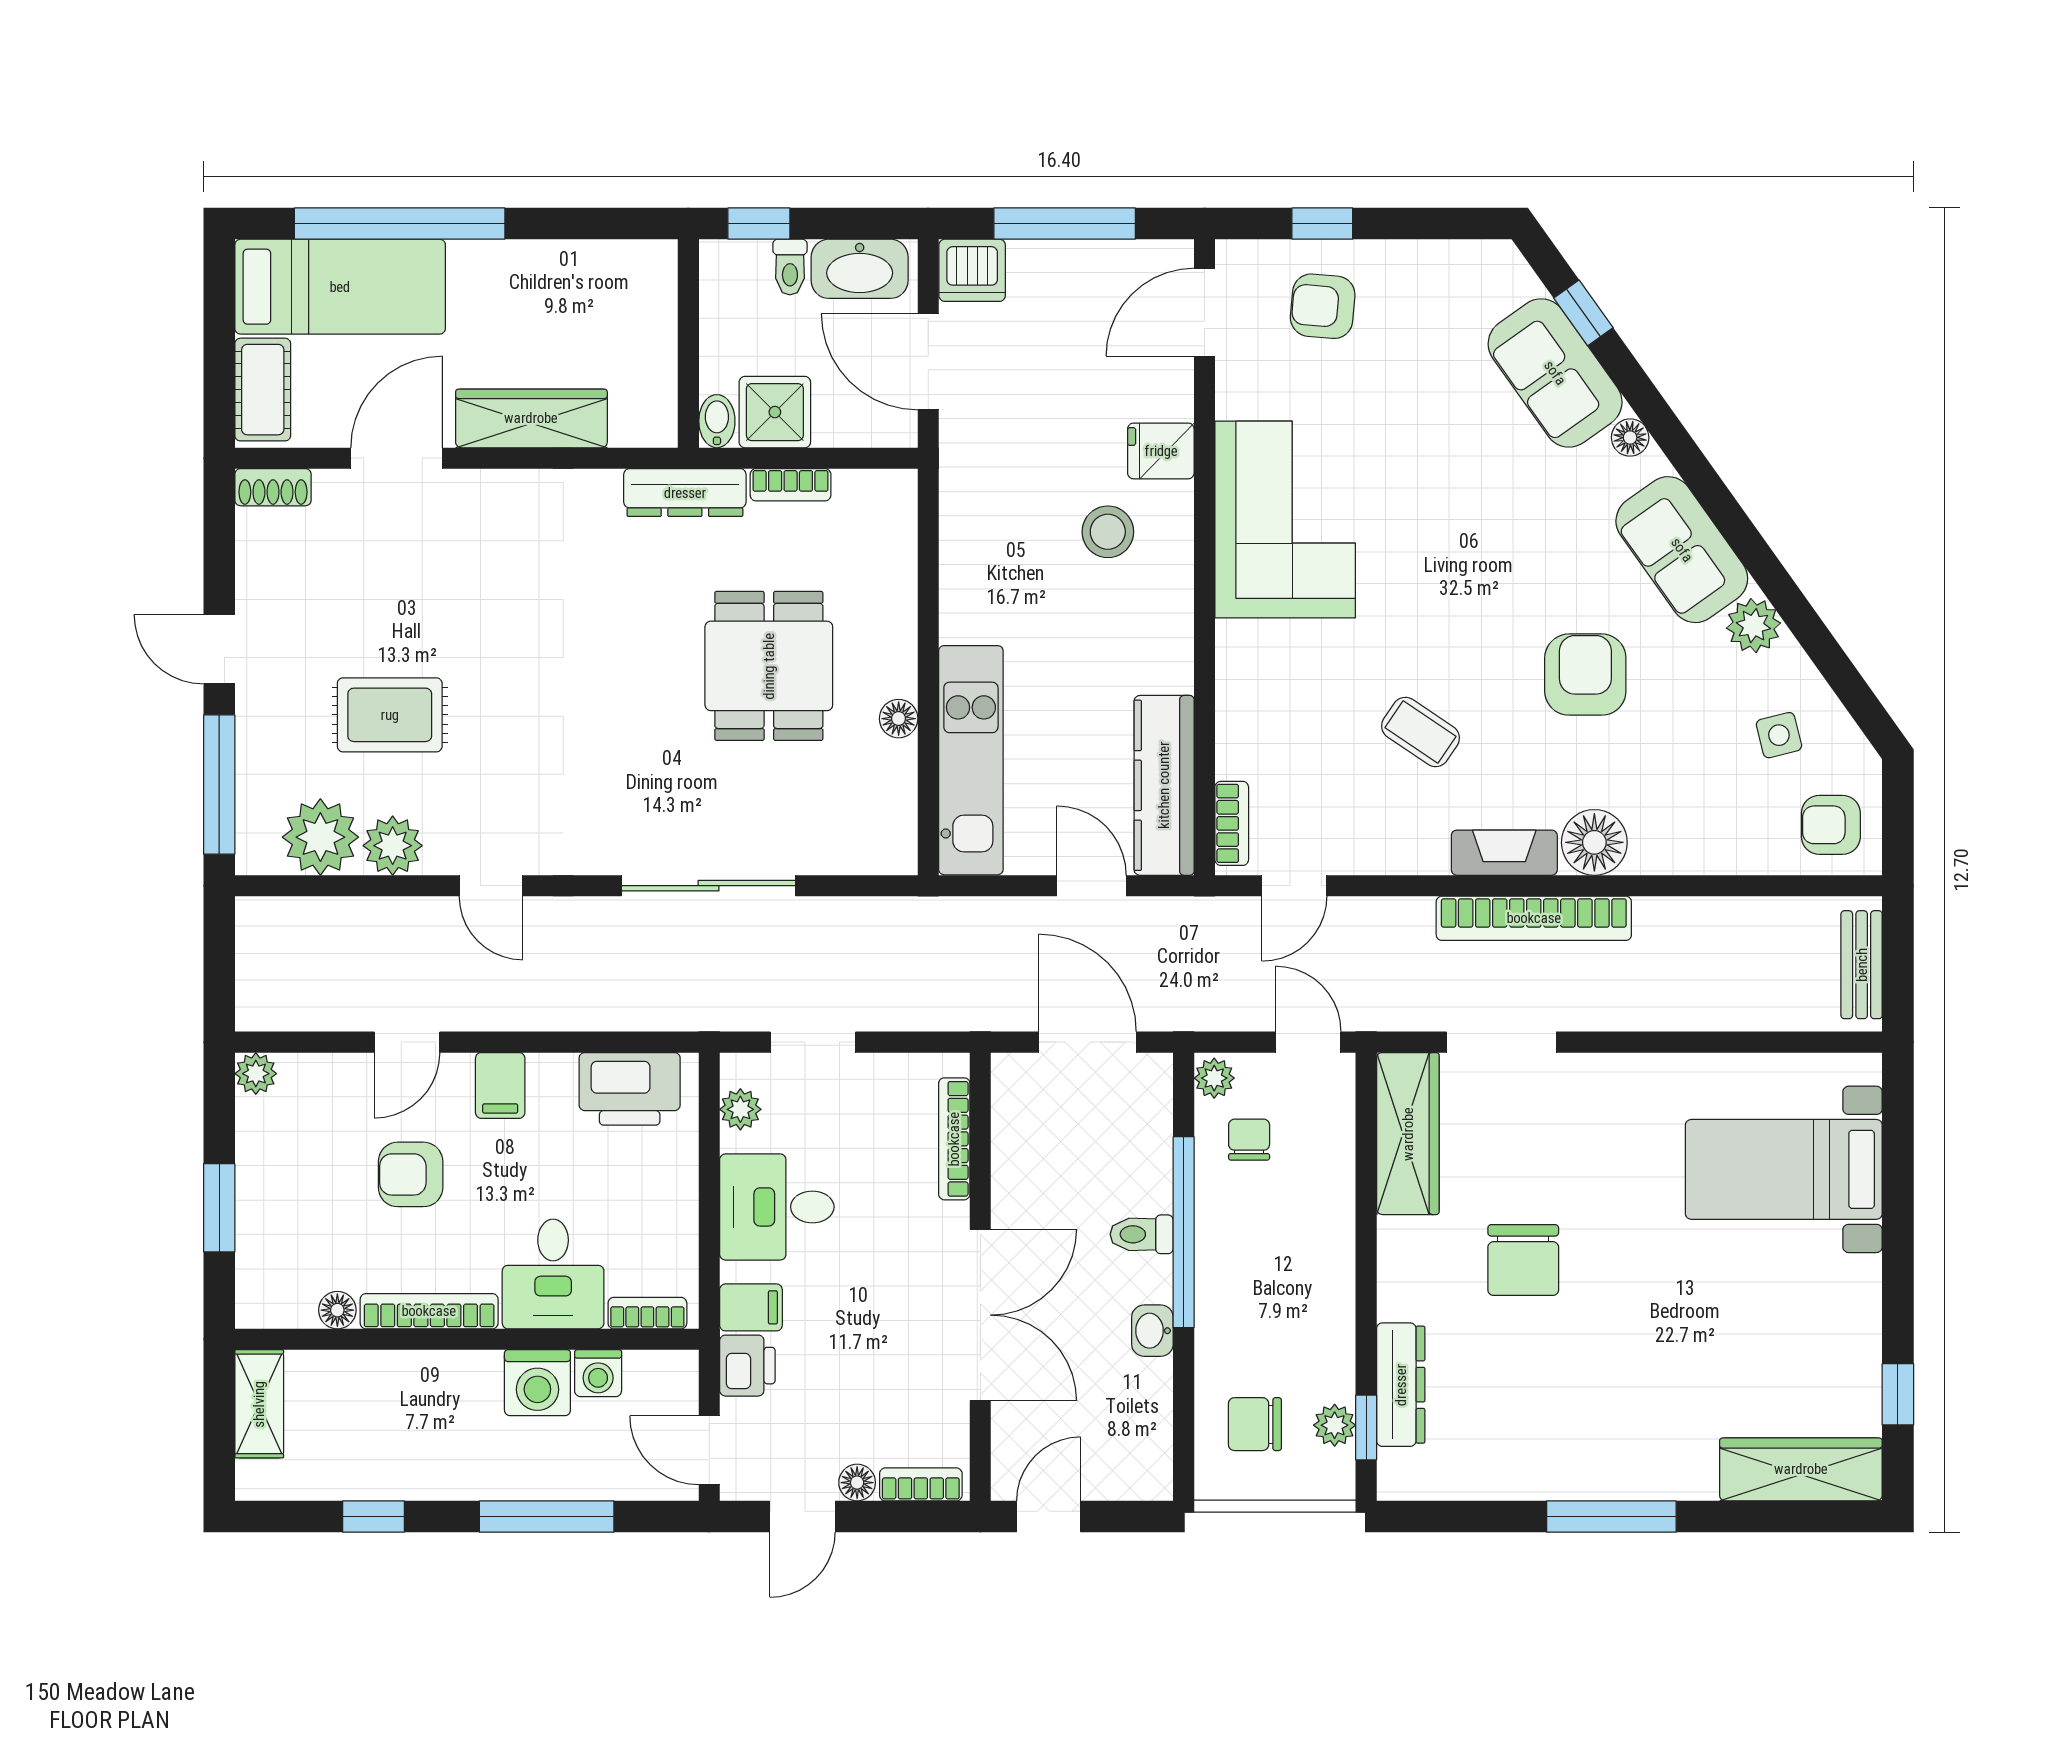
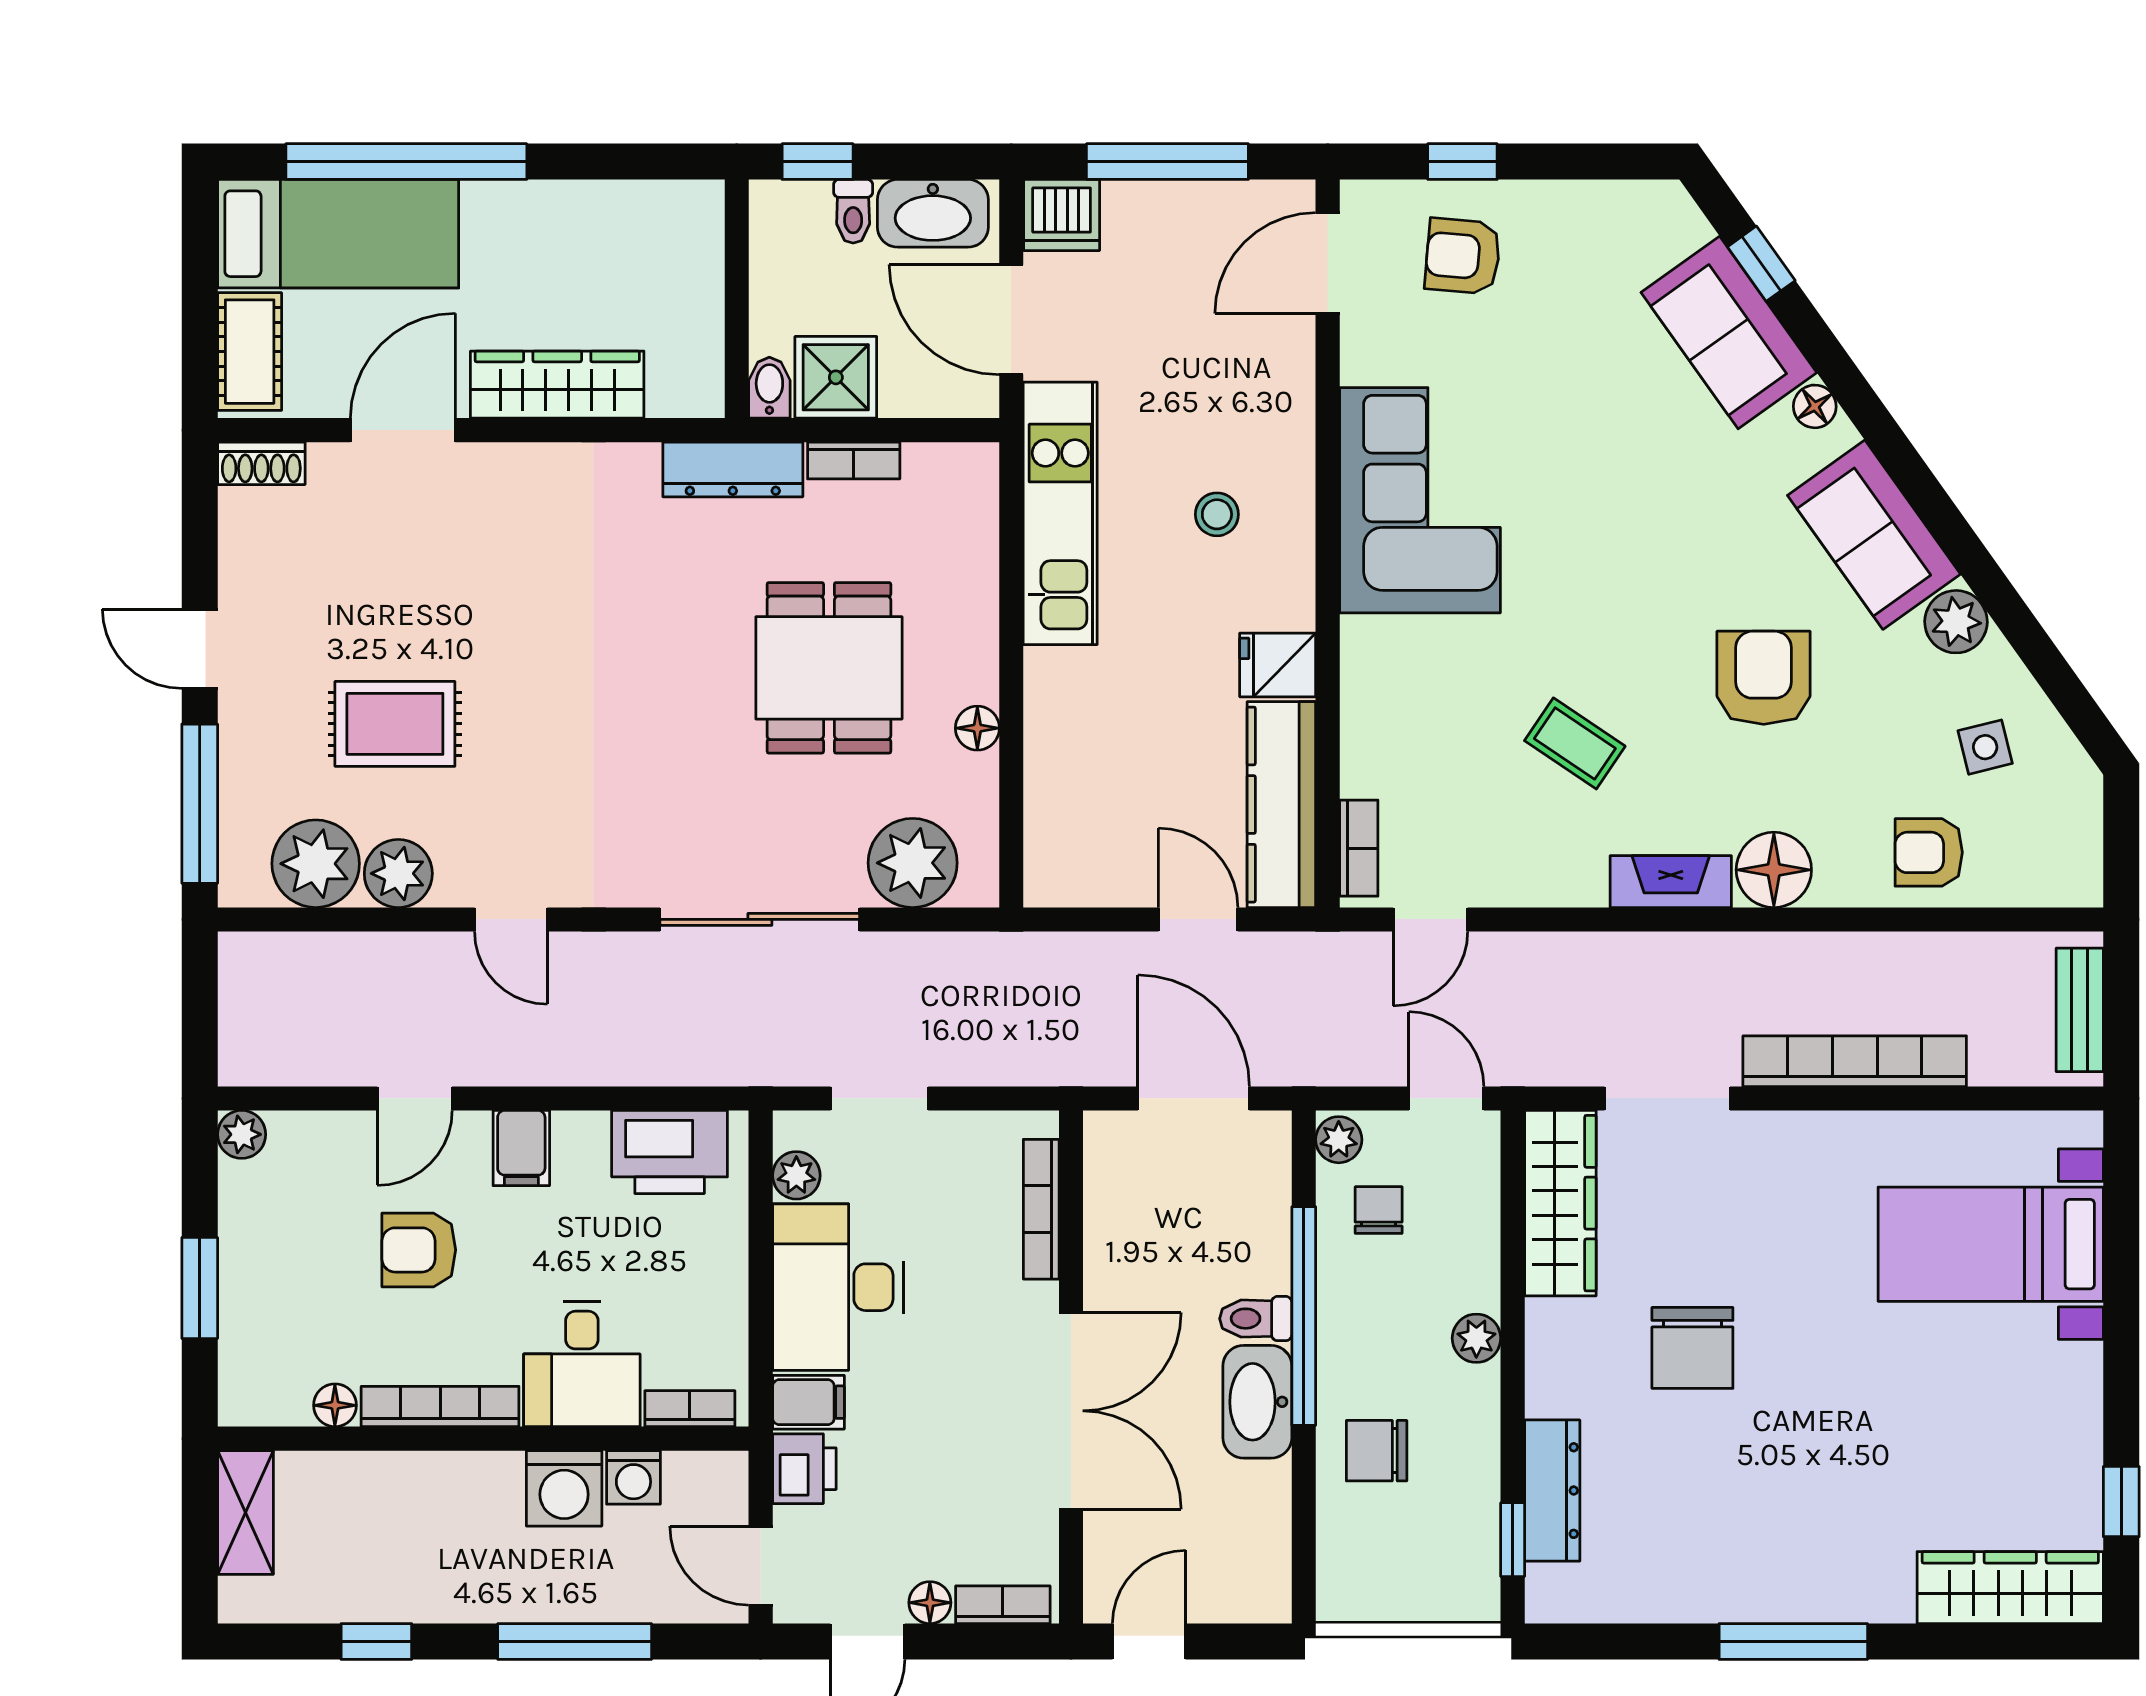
fridge: (1161, 451) -> (1278, 665), moved
stool: (1108, 532) -> (1217, 514), width x0.73, depth x0.73
kitchen unit: (971, 760) -> (1060, 513), moved
armchair: (1831, 825) -> (1929, 852), moved
plant: (842, 836) -> (913, 863), added
bookcase: (1534, 918) -> (1855, 1061), moved, turned 180
desk: (777, 1207) -> (838, 1287), width x1.37
washbasin: (1152, 1331) -> (1257, 1402), width x1.91, depth x1.45
chair: (1255, 1424) -> (1377, 1451), moved
plant: (1335, 1425) -> (1476, 1338), moved

